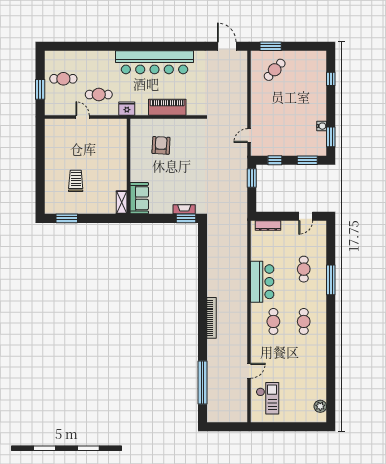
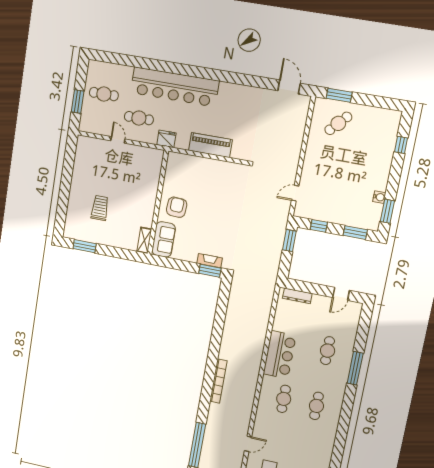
bar counter: (154, 62) -> (175, 87), moved
armchair: (161, 145) -> (177, 207), moved

